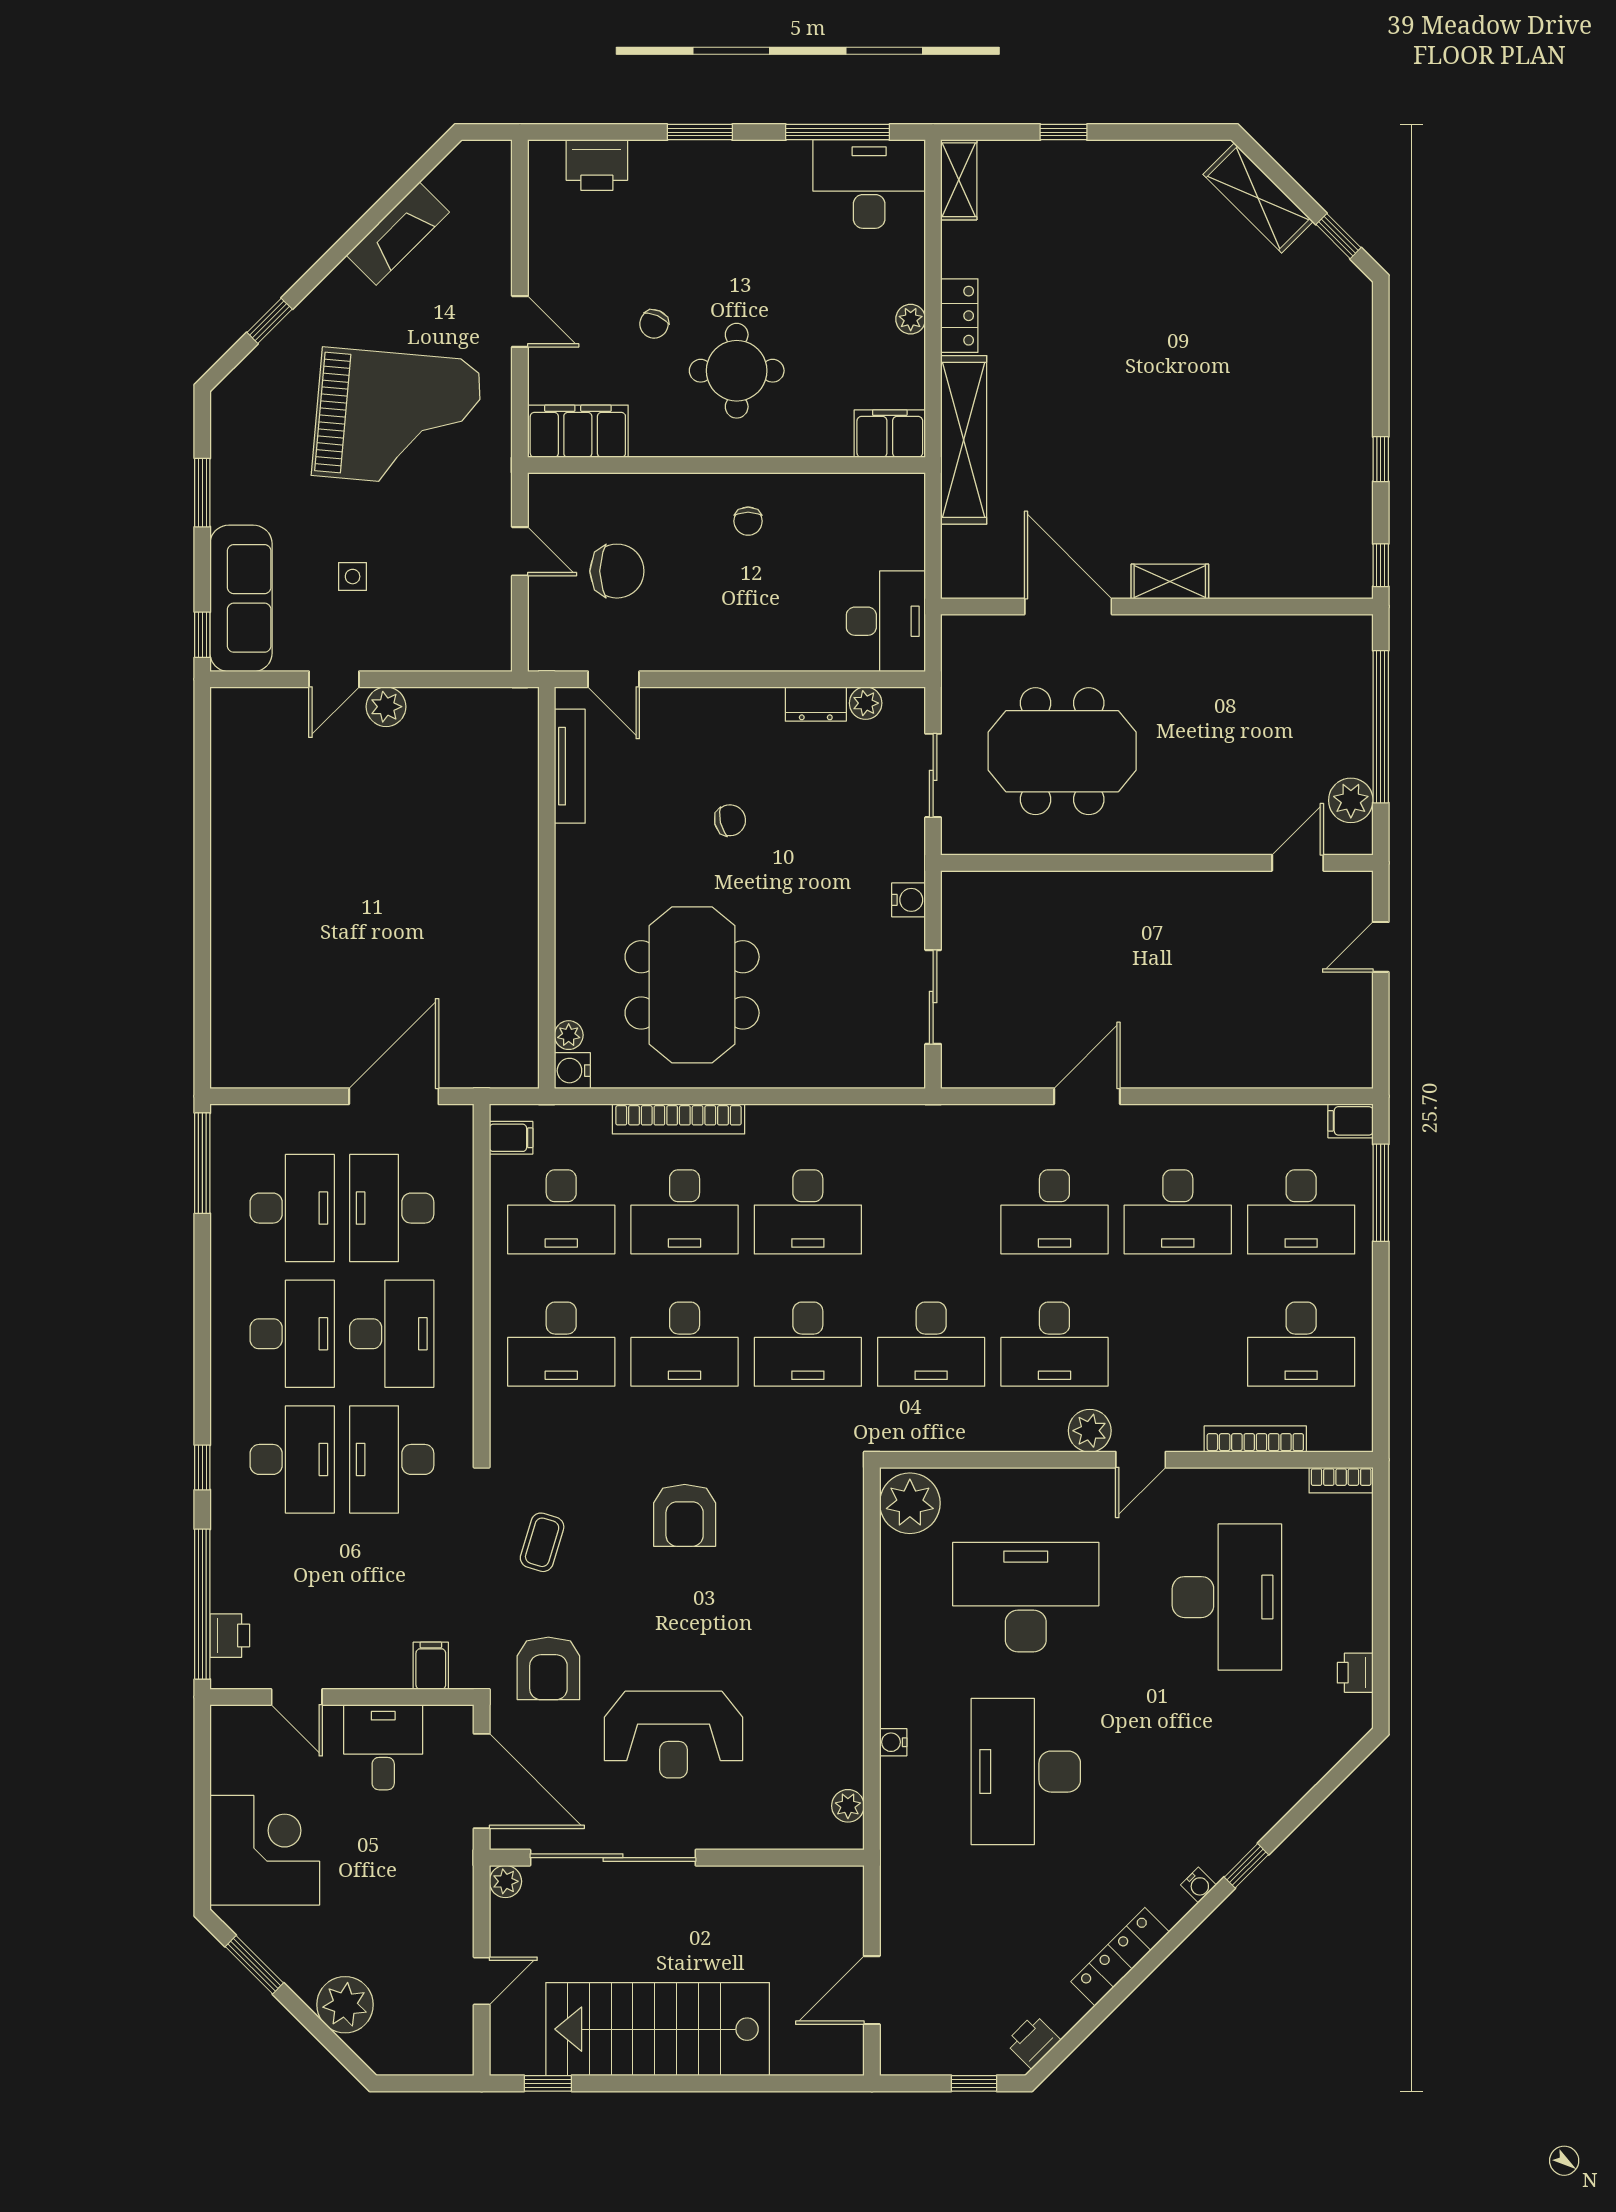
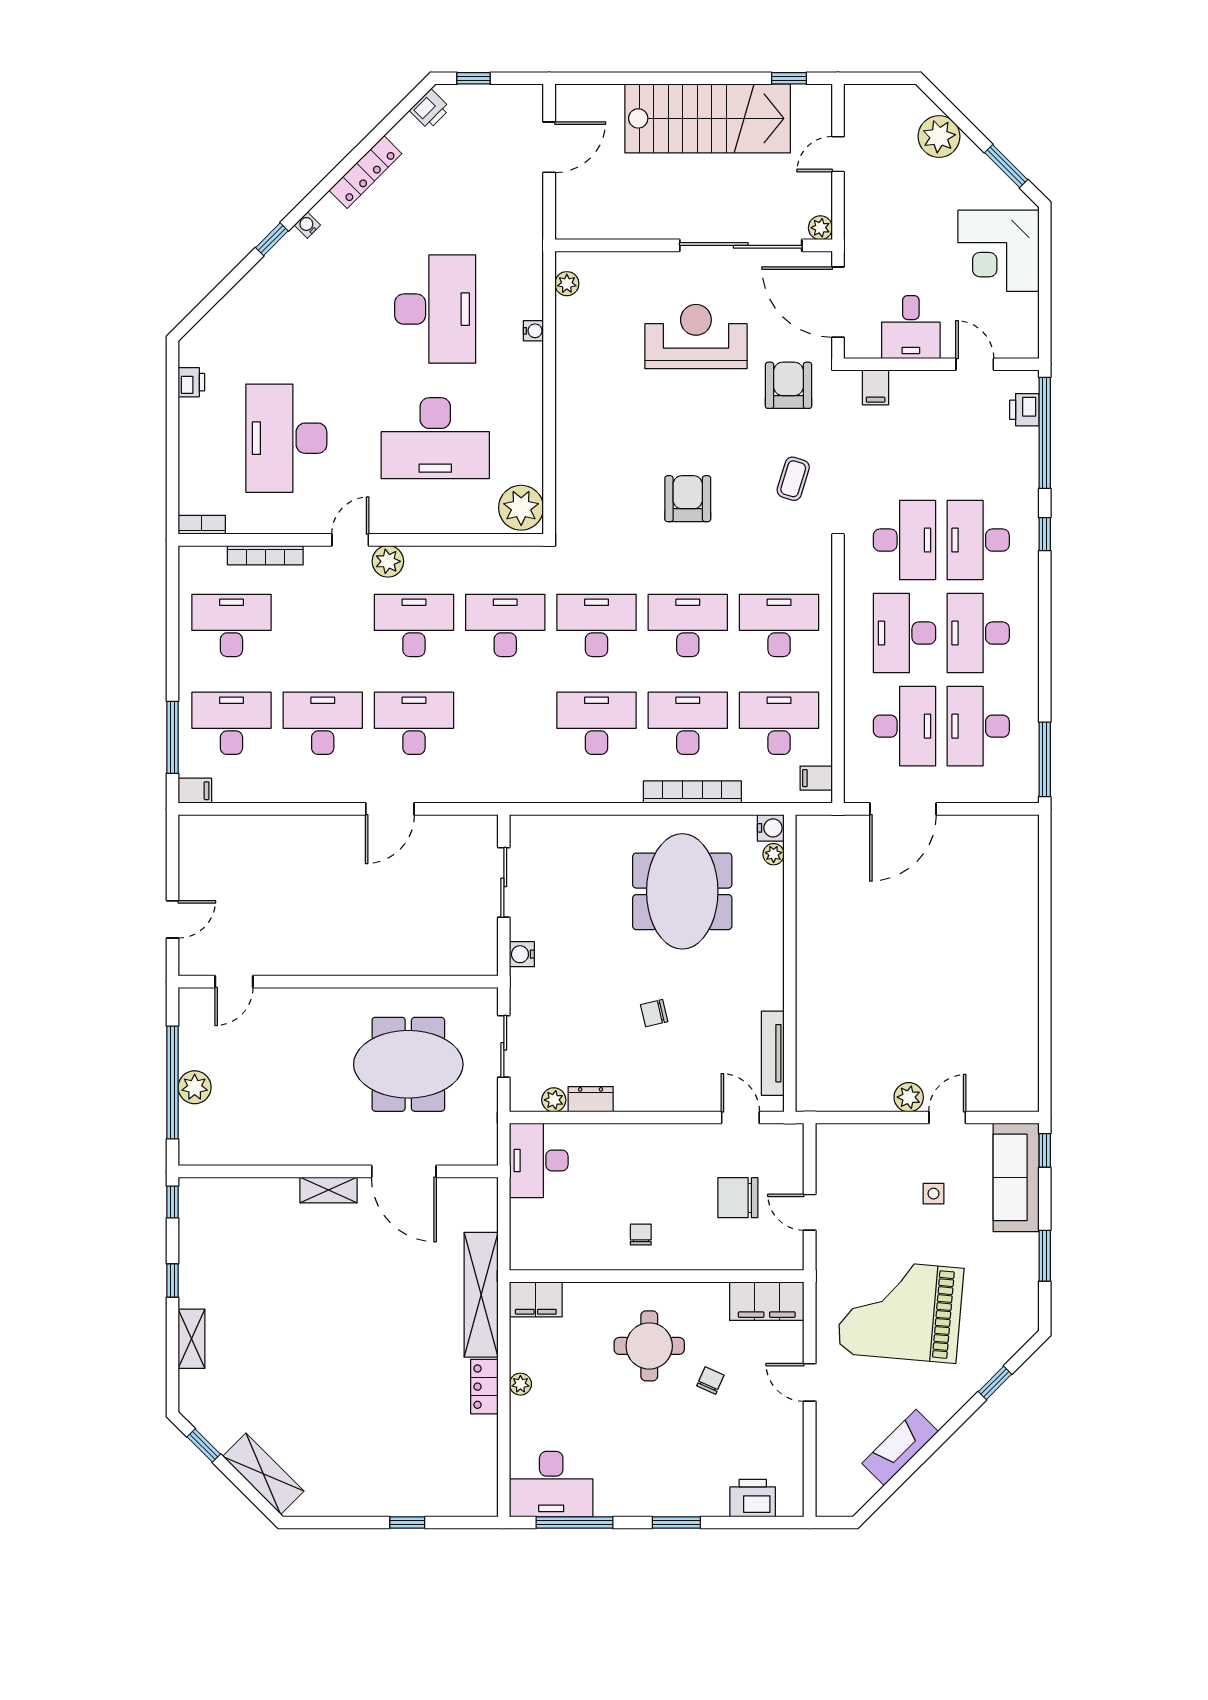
shelving: (959, 180) -> (191, 1339), moved
plant: (1351, 800) -> (195, 1087), moved

